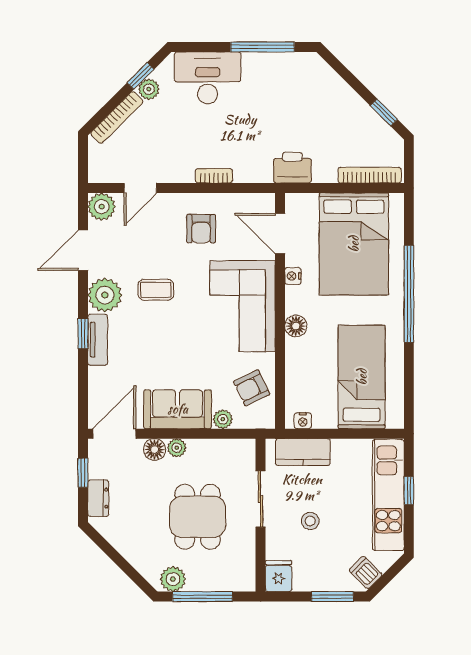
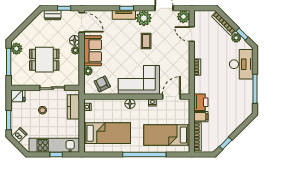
filing cabinet: (325, 168) -> (201, 117), added
armchair: (201, 229) -> (174, 61), removed
bed: (354, 244) -> (167, 135), width x0.67

